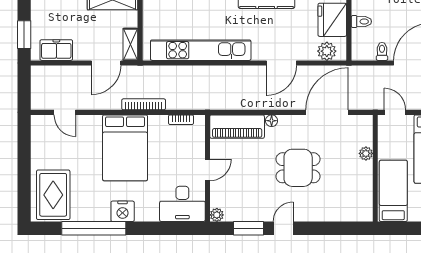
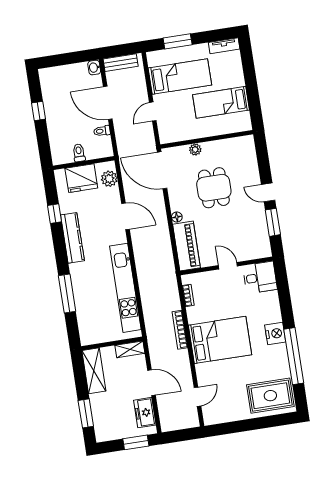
door: (106, 63) -> (152, 383), moved
plant: (366, 153) -> (195, 150), moved
wall: (375, 168) -> (207, 139), moved
desk: (182, 204) -> (260, 277), width x0.73
plant: (217, 215) -> (266, 252), removed

